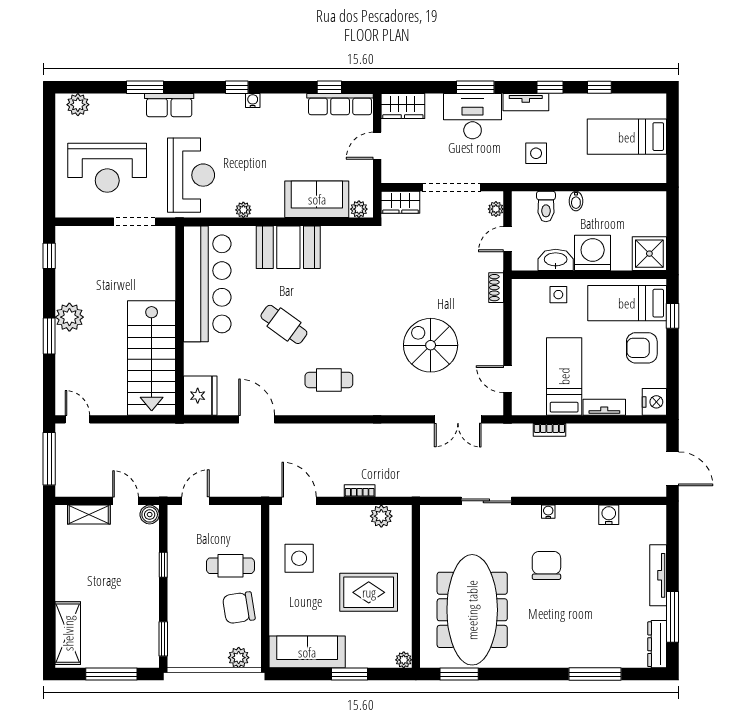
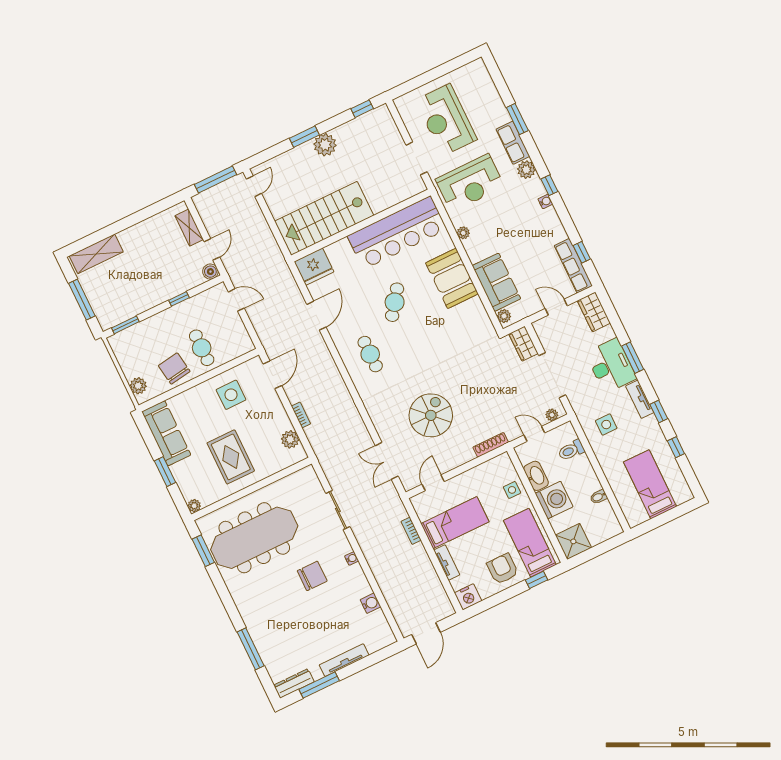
plant: (78, 105) -> (526, 170), moved
bidet: (576, 201) -> (599, 497), moved
shoe rack: (496, 288) -> (491, 445), width x1.43

